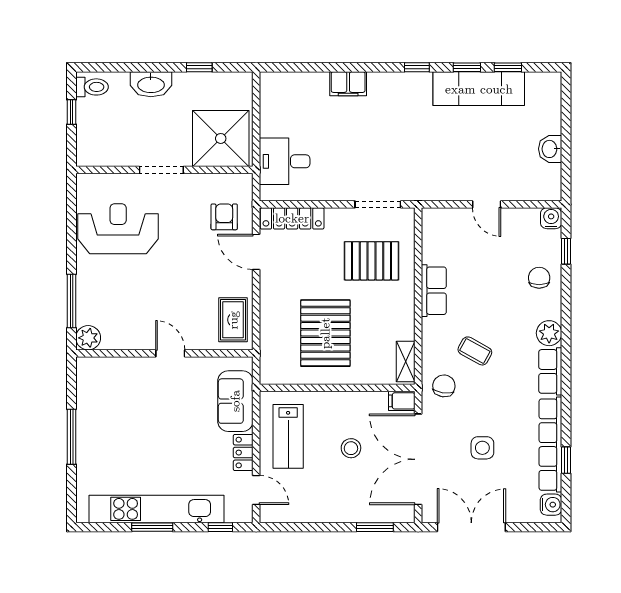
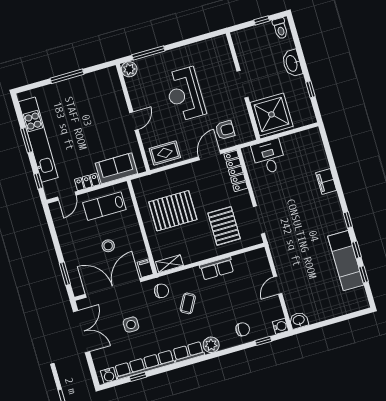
washbasin: (550, 149) -> (299, 320), moved
reception desk: (118, 229) -> (185, 94), moved, turned 180

